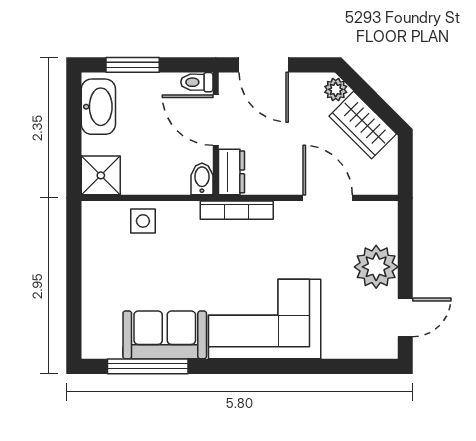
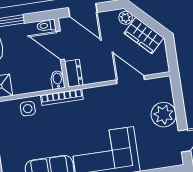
bookcase: (237, 210) -> (62, 97), moved

